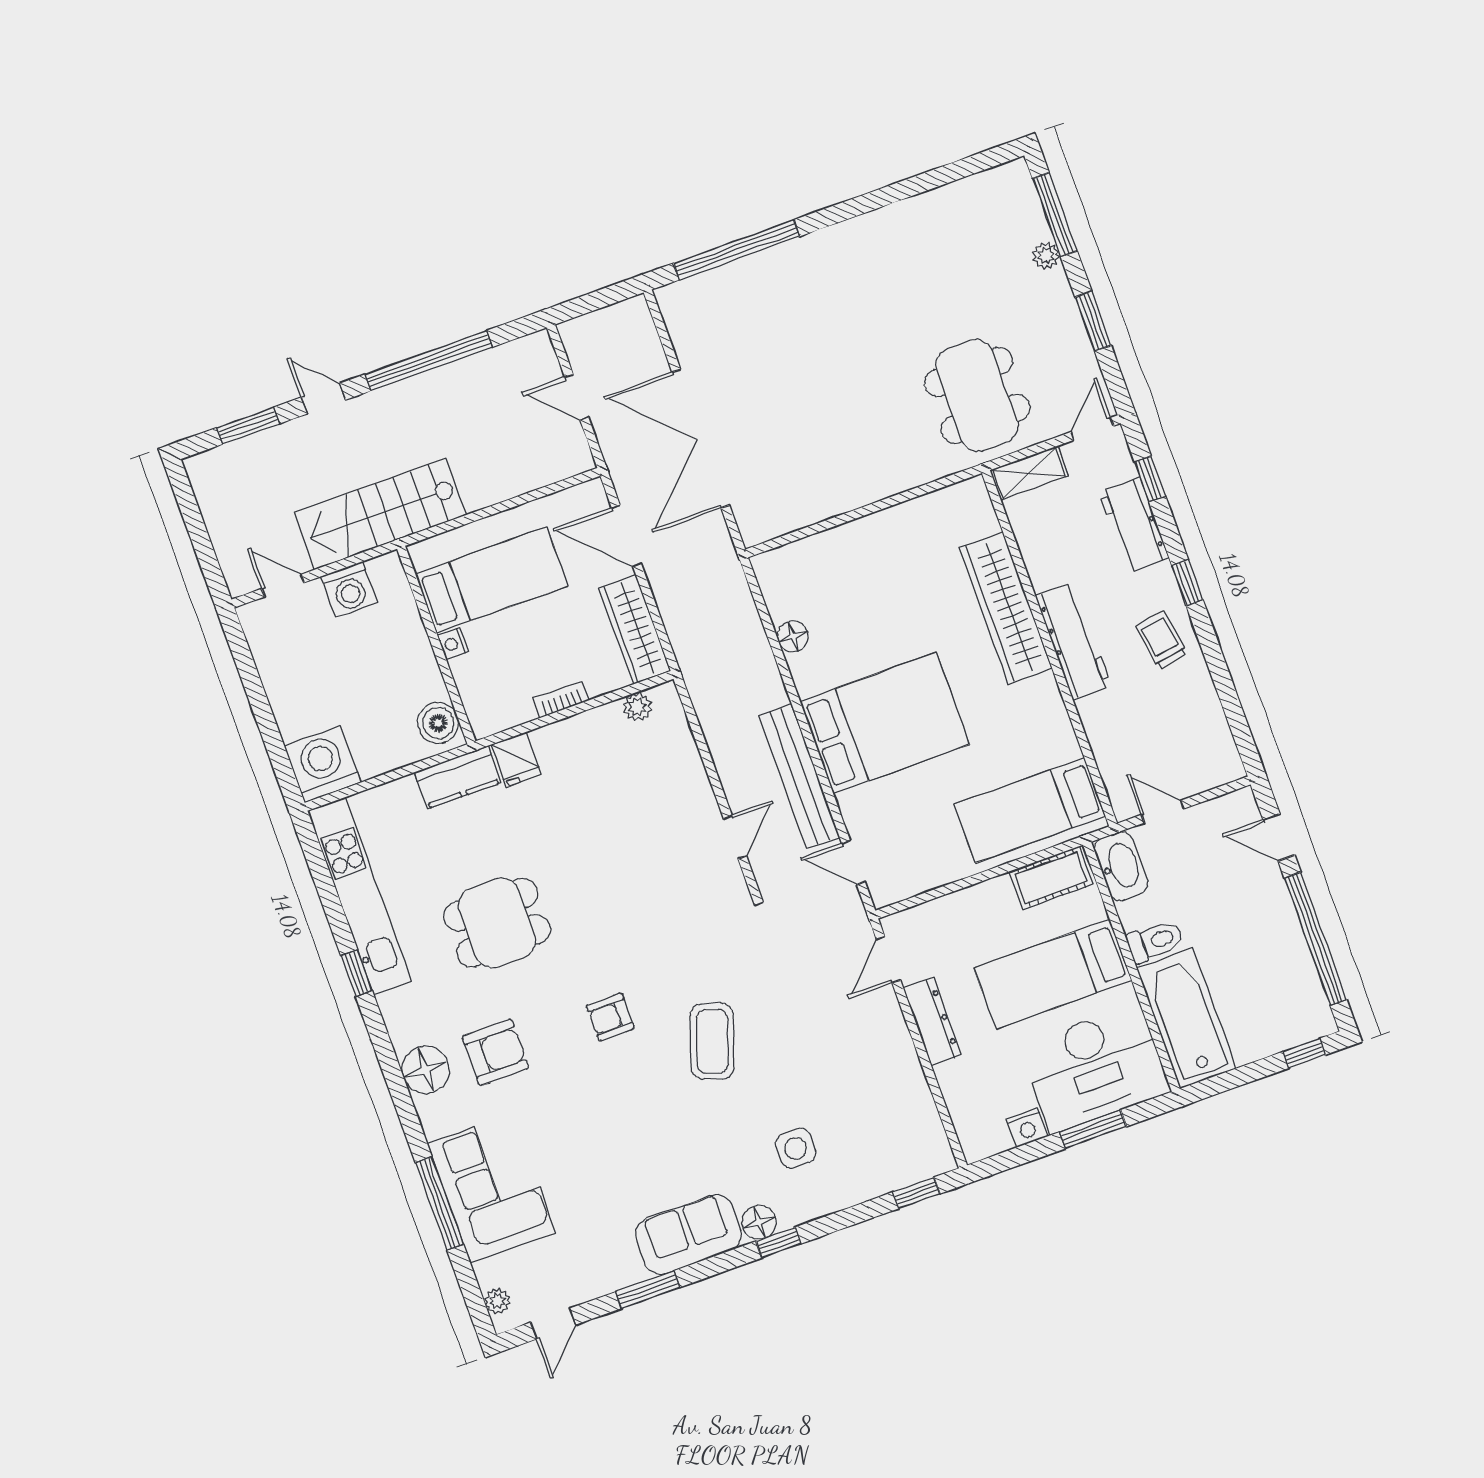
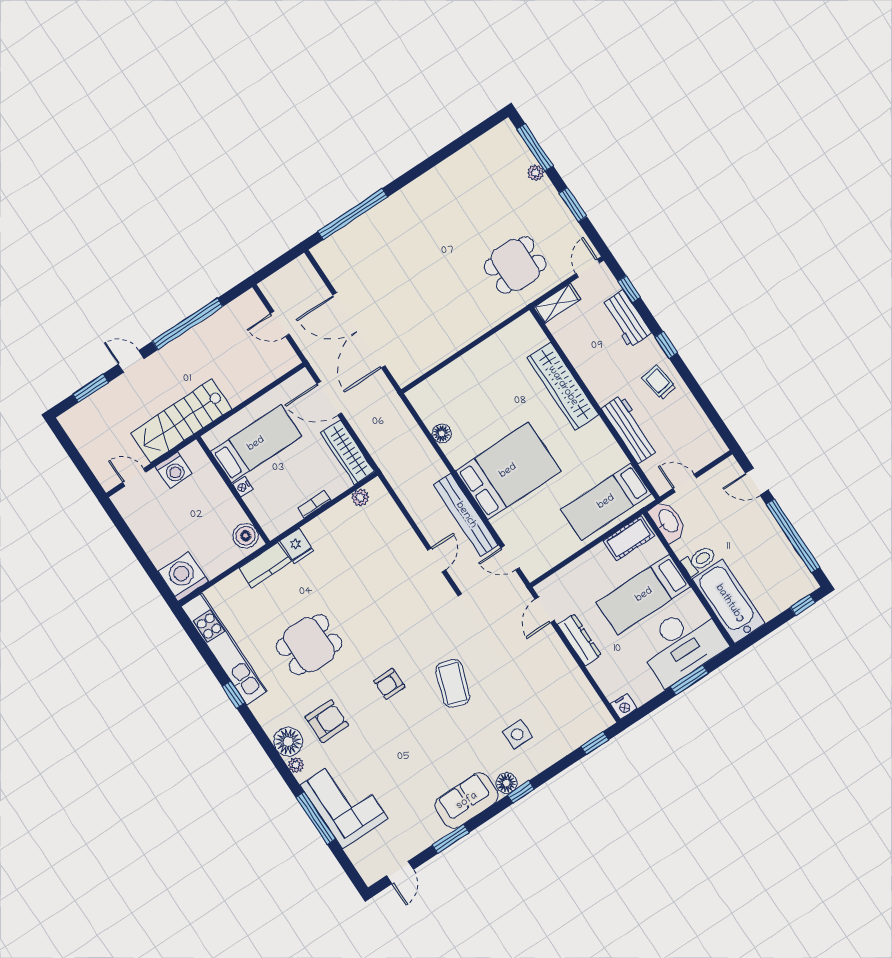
dining table: (977, 395) -> (515, 265), width x0.73
workbench: (1073, 641) -> (630, 429), moved
nightstand: (1027, 1128) -> (624, 706), moved
plant: (497, 1301) -> (296, 765), moved

